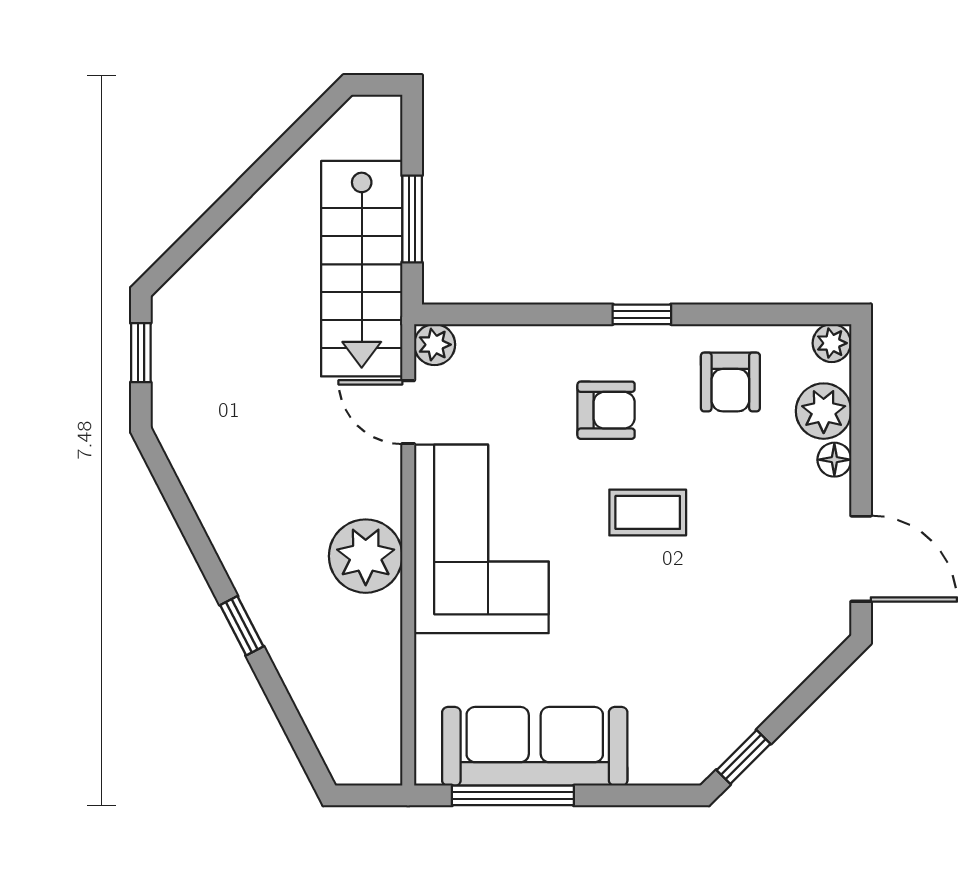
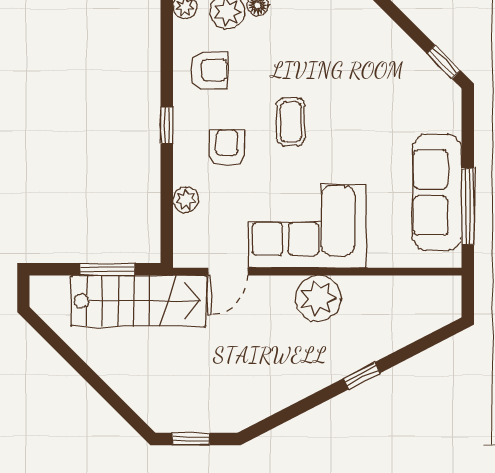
plant: (435, 345) -> (186, 200), moved

